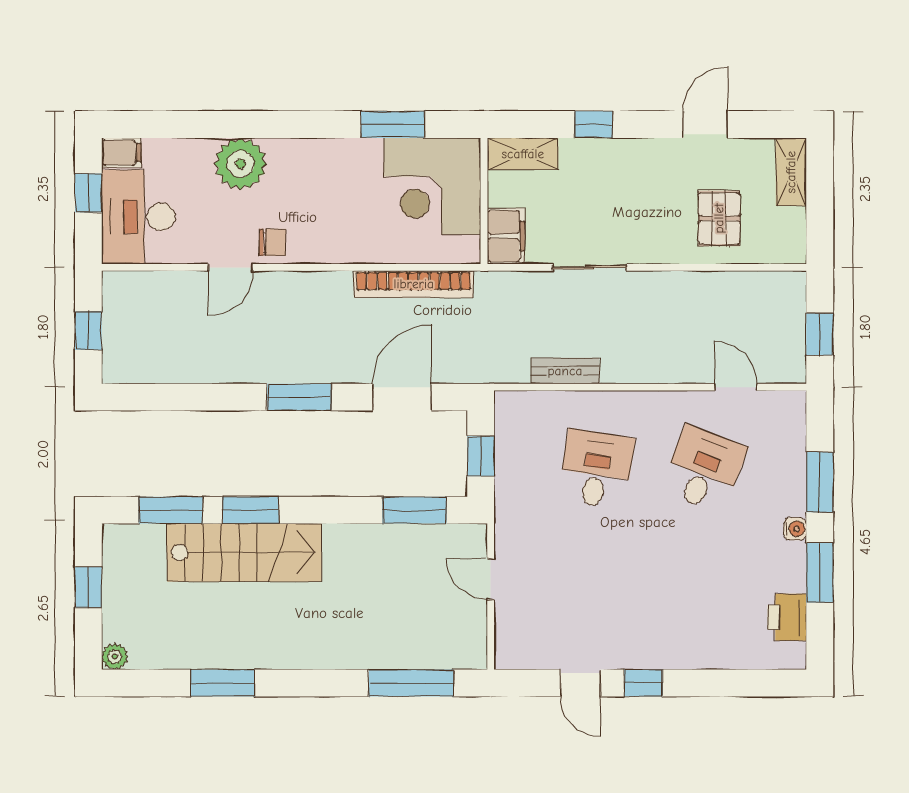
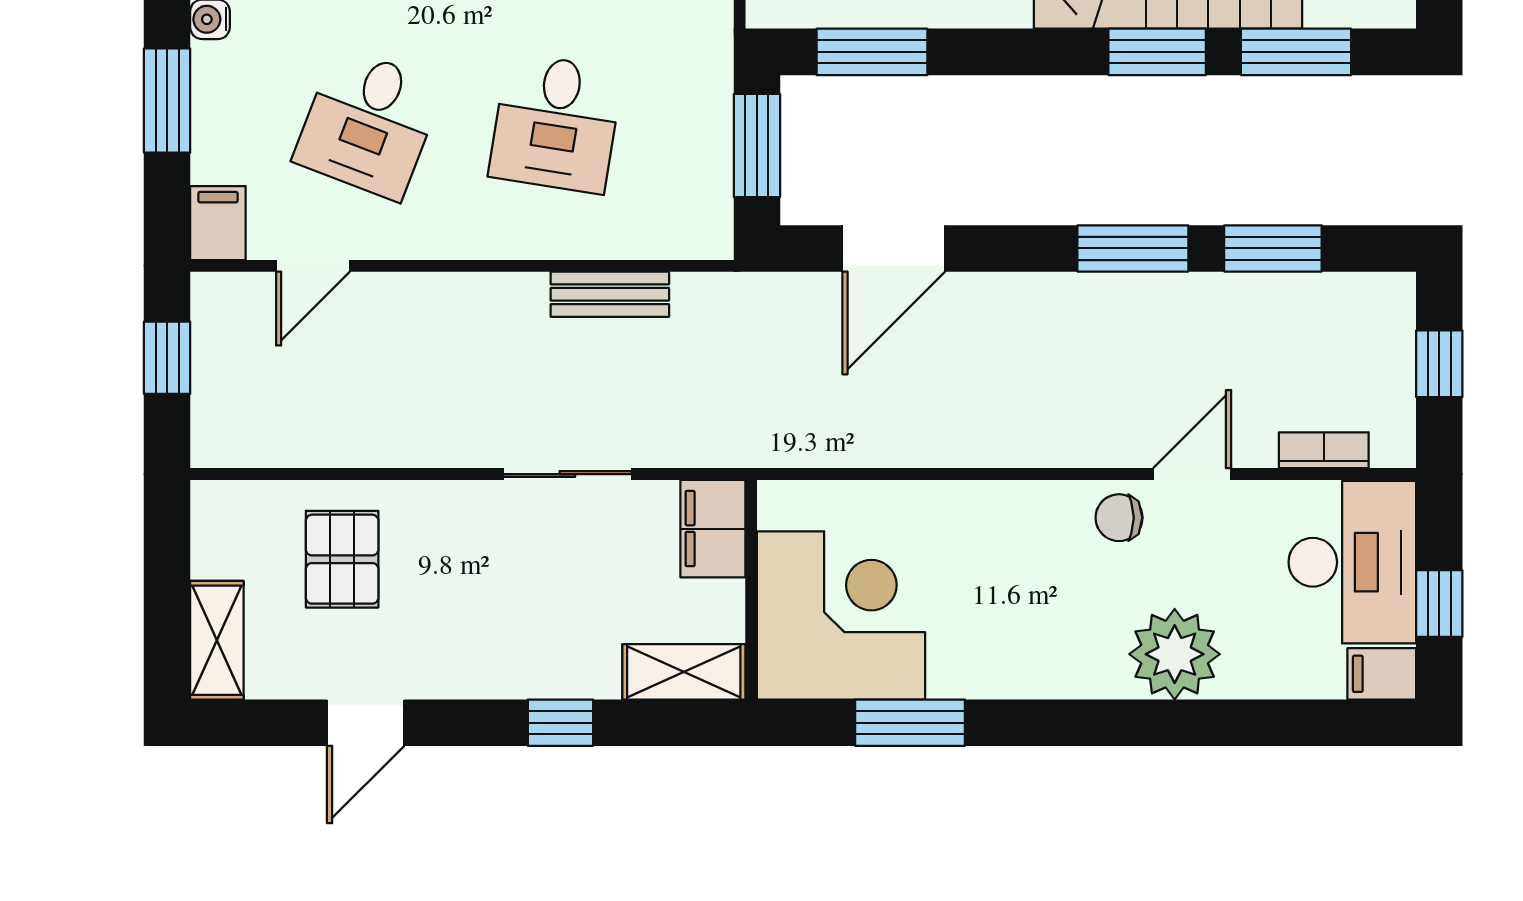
bookcase: (414, 284) -> (1324, 450), moved, width x0.43, depth x0.76
door: (736, 387) -> (313, 266), hinge flipped
window: (184, 397) -> (1273, 248), added
window: (299, 397) -> (1133, 248), moved
filing cabinet: (790, 412) -> (218, 223), added
window: (481, 456) -> (757, 146), width x1.50

